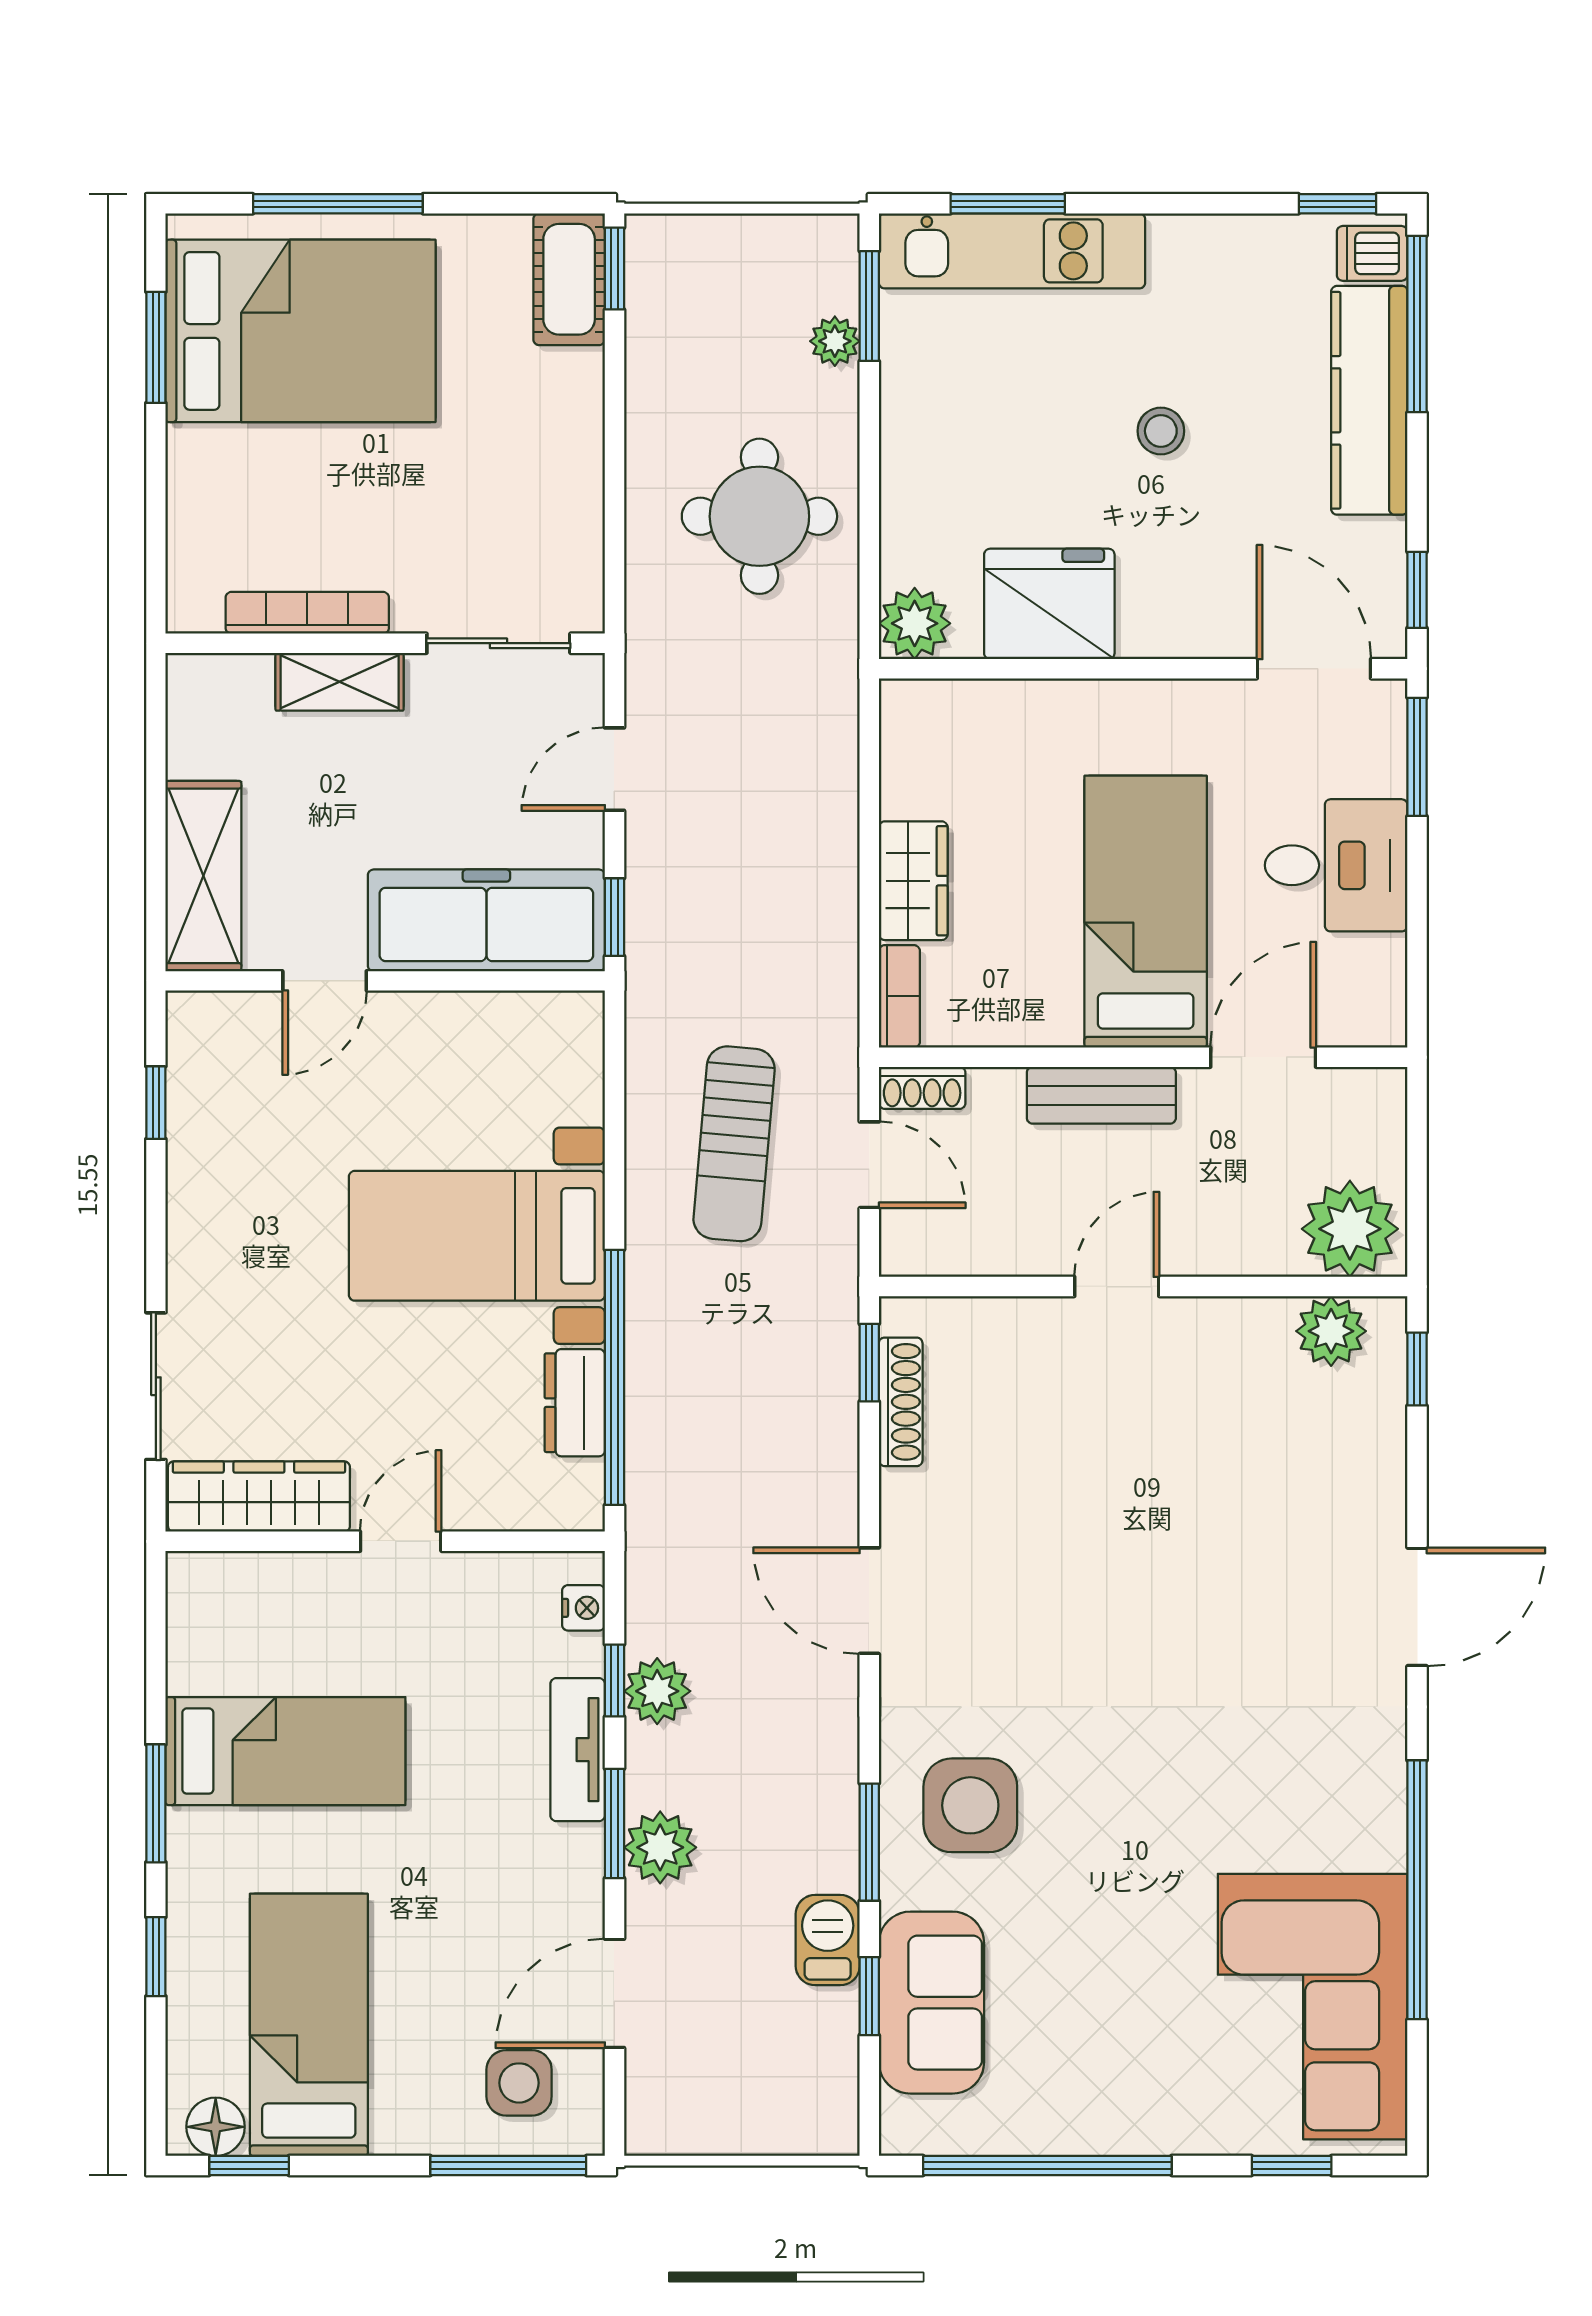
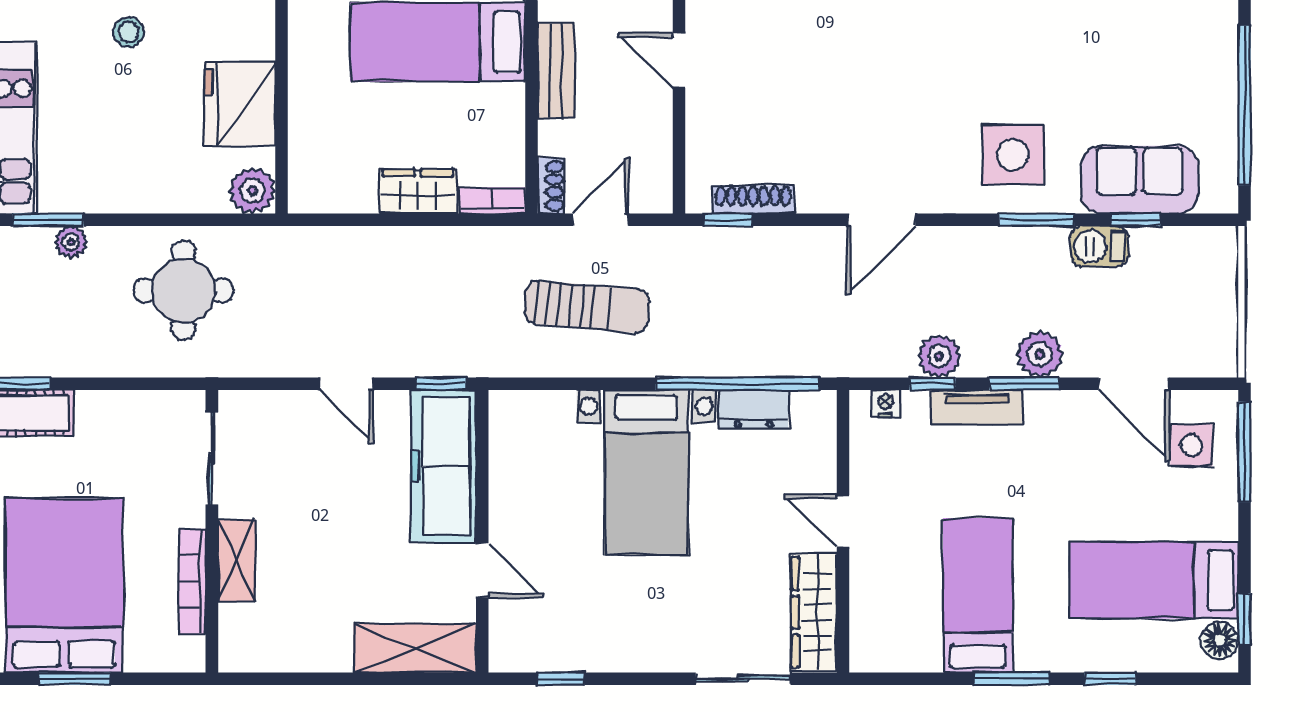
bookcase: (307, 613) -> (192, 581), moved
wall: (385, 643) -> (212, 531), moved
sliding door: (498, 643) -> (212, 458), moved
shelving: (340, 682) -> (237, 561), moved

